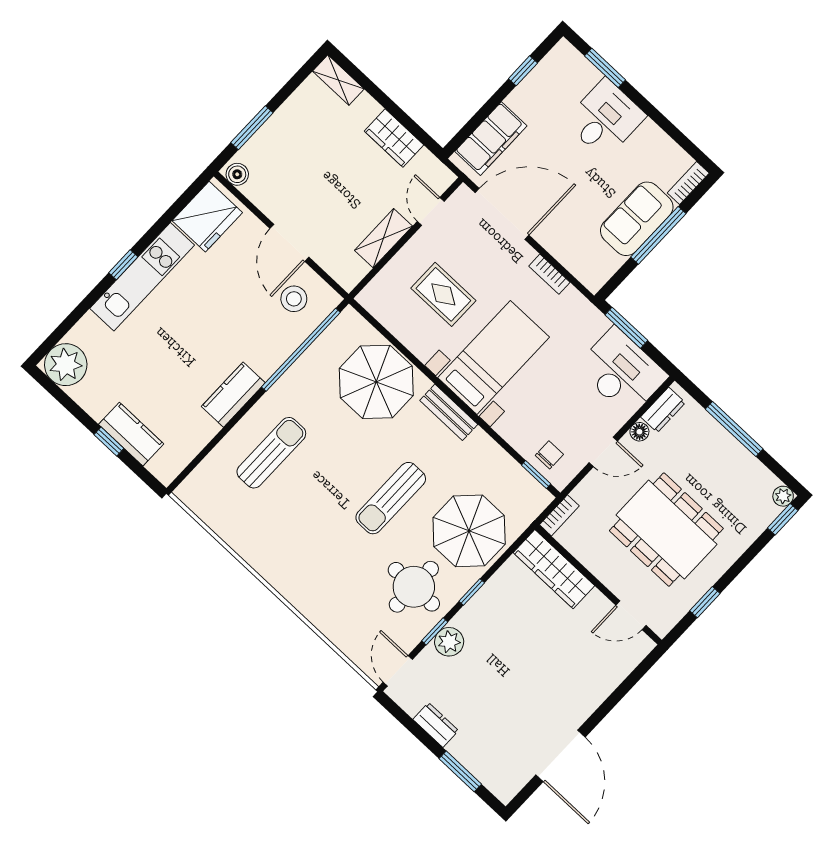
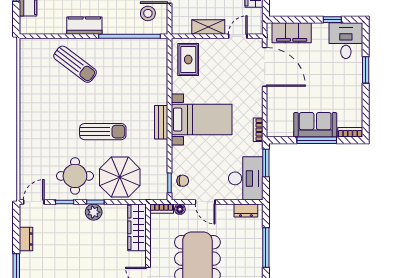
window: (605, 68) -> (366, 70), moved
desk: (605, 119) -> (346, 41), moved, turned -90
bookcase: (549, 274) -> (258, 130), moved
rug: (443, 294) -> (188, 60), moved
parasol: (376, 382) -> (146, 80), removed
floor lamp: (639, 432) -> (180, 209), moved
sun lounger: (271, 453) -> (75, 64), turned 37
sun lounger: (391, 498) -> (103, 132), turned 180
plant: (449, 642) -> (94, 212), moved

